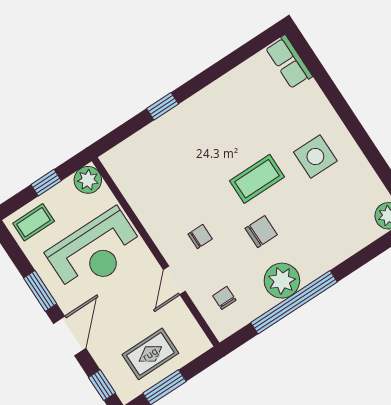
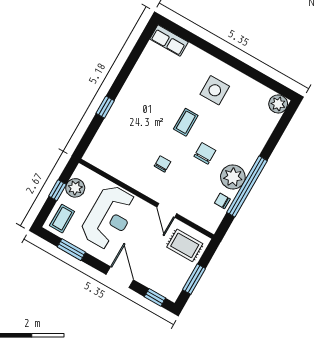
coffee table: (257, 179) -> (186, 122), width x0.73, depth x0.77
plant: (88, 180) -> (75, 188), moved
chair: (200, 236) -> (162, 164), moved
window: (40, 291) -> (71, 250), moved
chair: (224, 298) -> (222, 201), moved
rug: (150, 354) -> (185, 245), moved, turned 90

